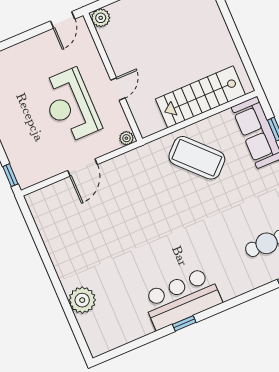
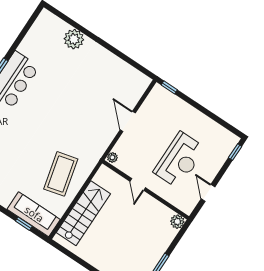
door: (63, 20) -> (208, 193), moved
reception desk: (70, 106) -> (179, 160), moved, turned 90
coffee table: (197, 158) -> (61, 174), turned -60

